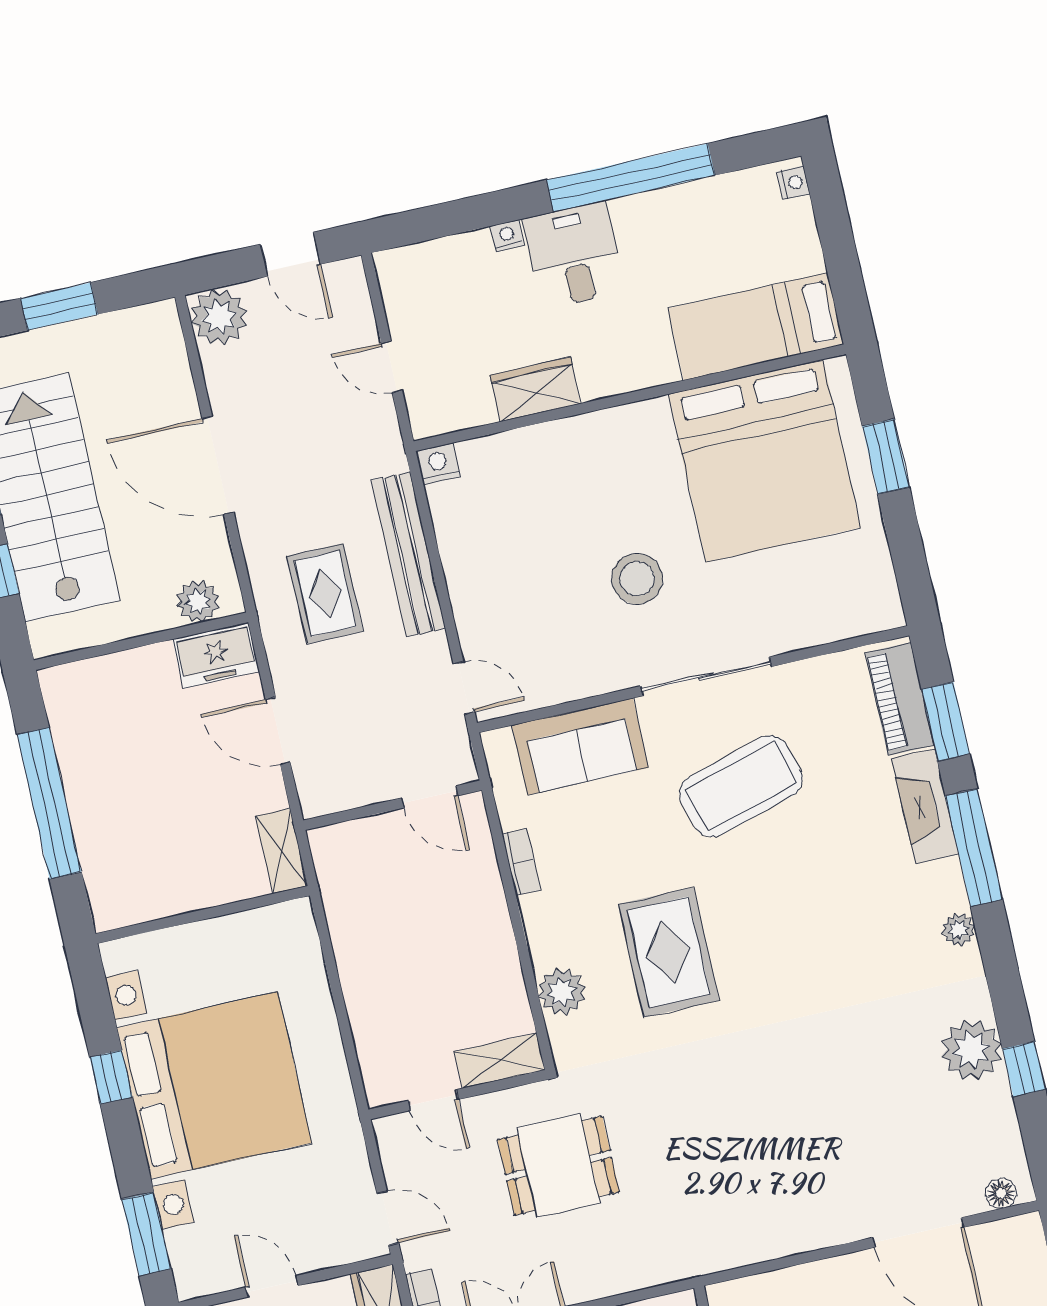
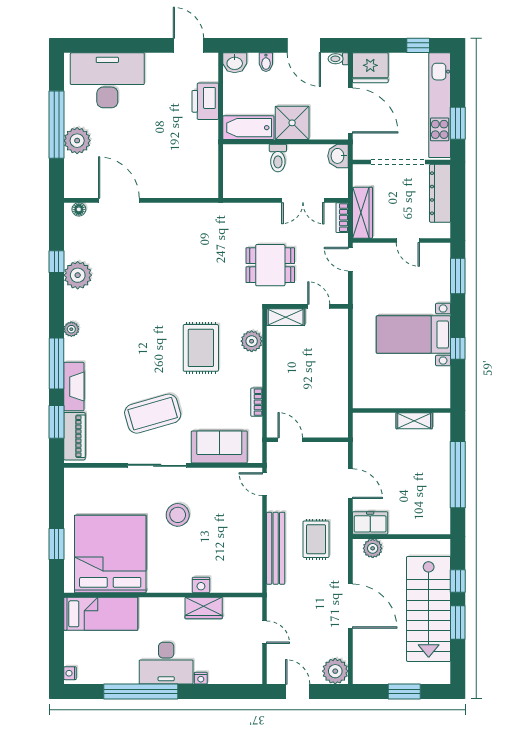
desk: (574, 255) -> (166, 663), width x1.37
nightstand: (438, 464) -> (201, 585), moved
shelving: (282, 851) -> (414, 421), moved, turned 90
bed with nightstands: (214, 1085) -> (413, 335), width x0.54

